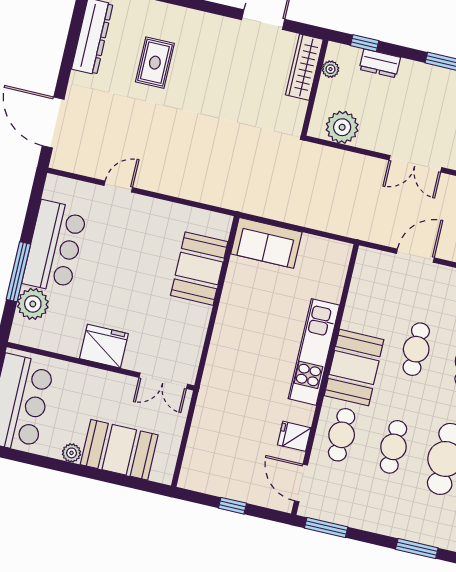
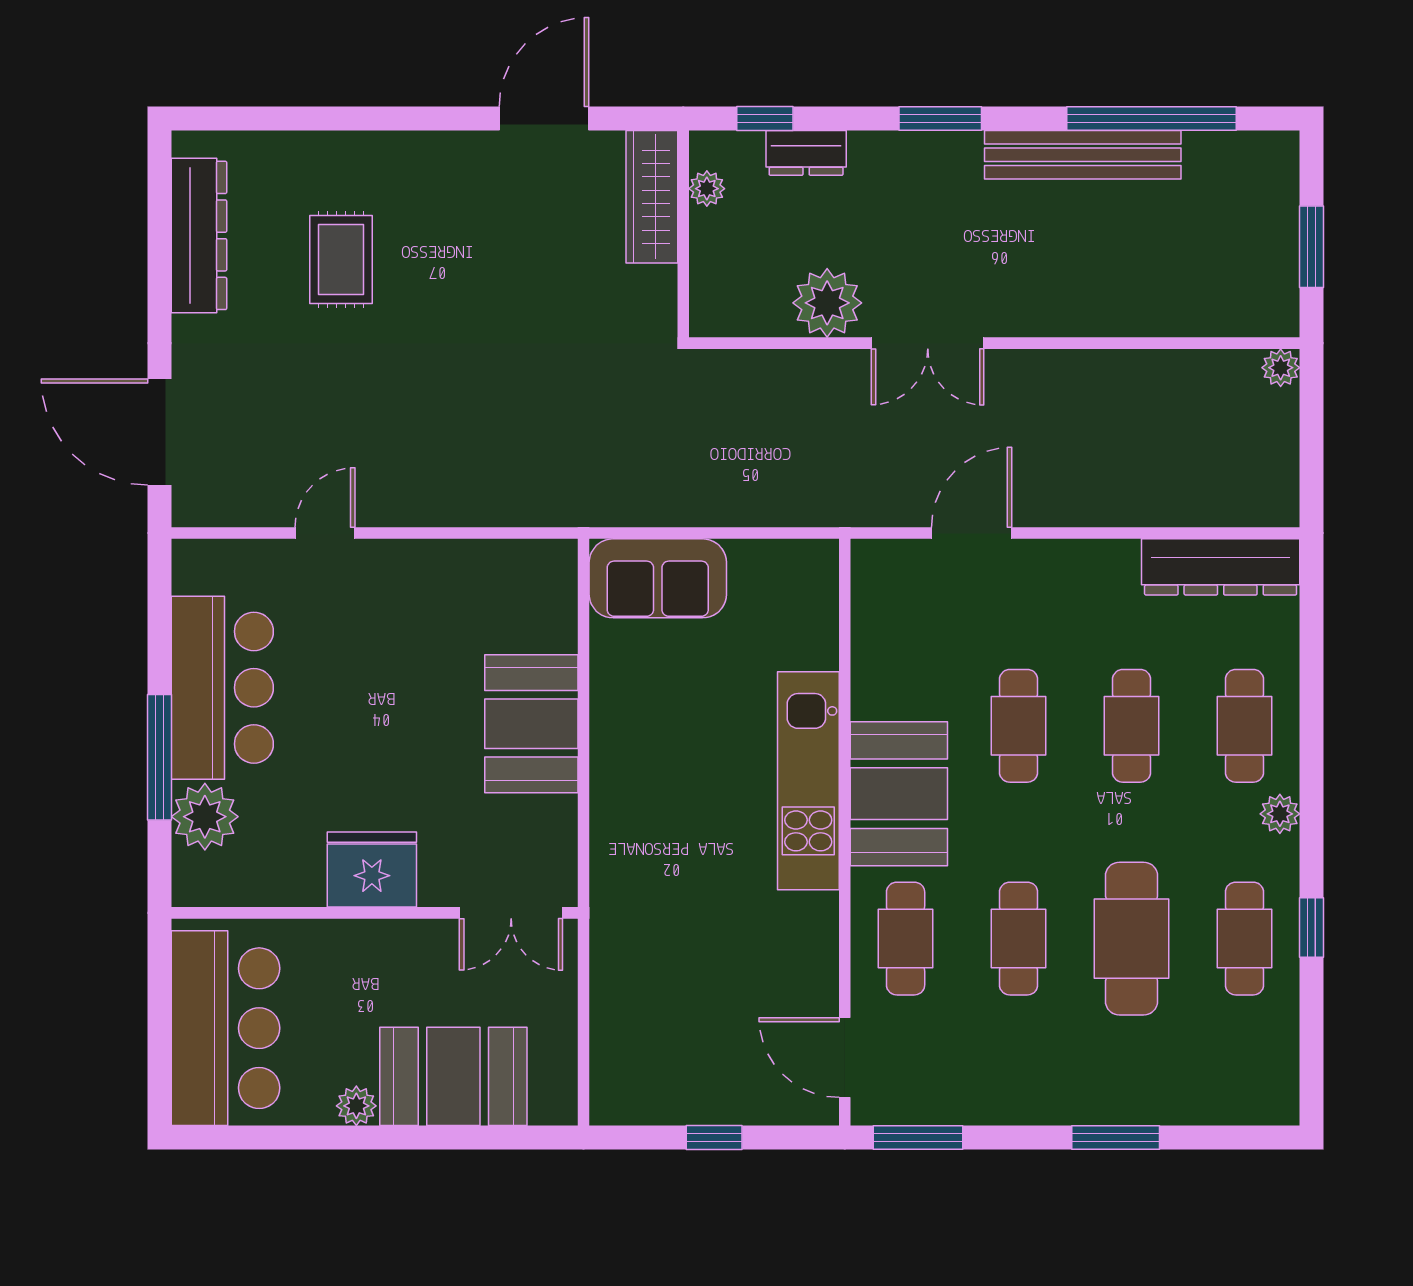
plant: (342, 127) -> (827, 303), moved
booth: (199, 269) -> (531, 724), moved
fridge: (294, 436) -> (808, 965), removed

